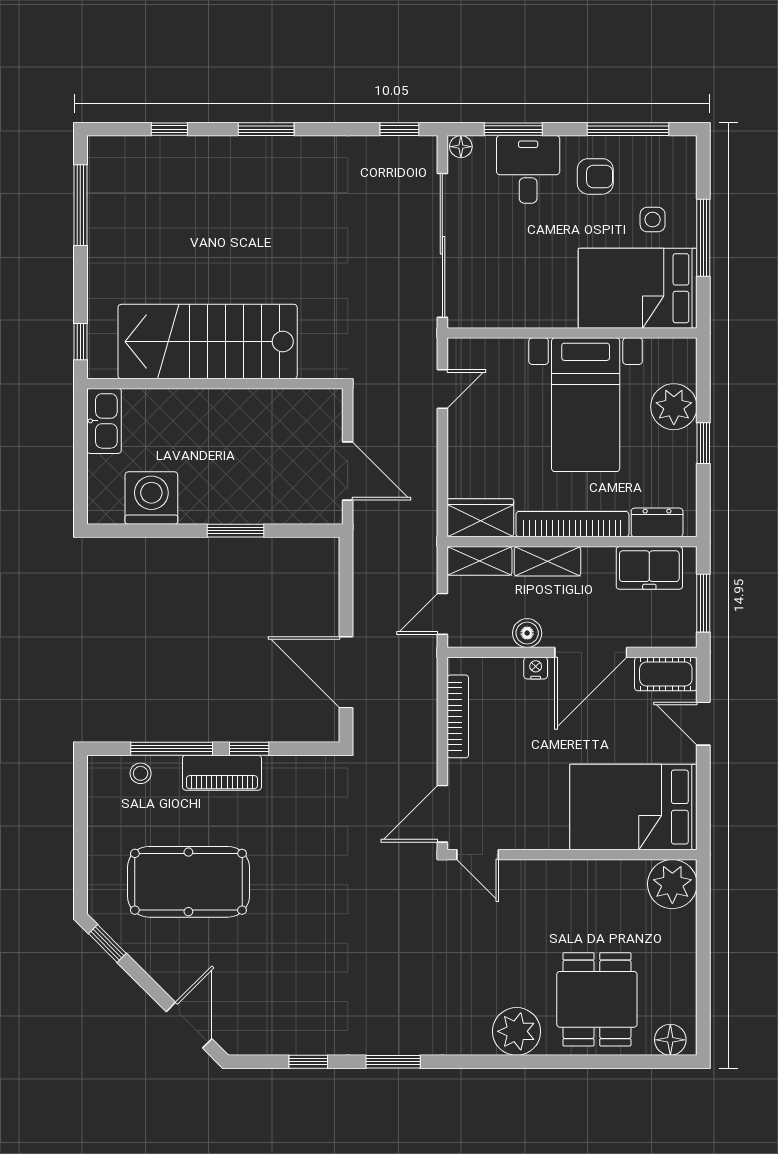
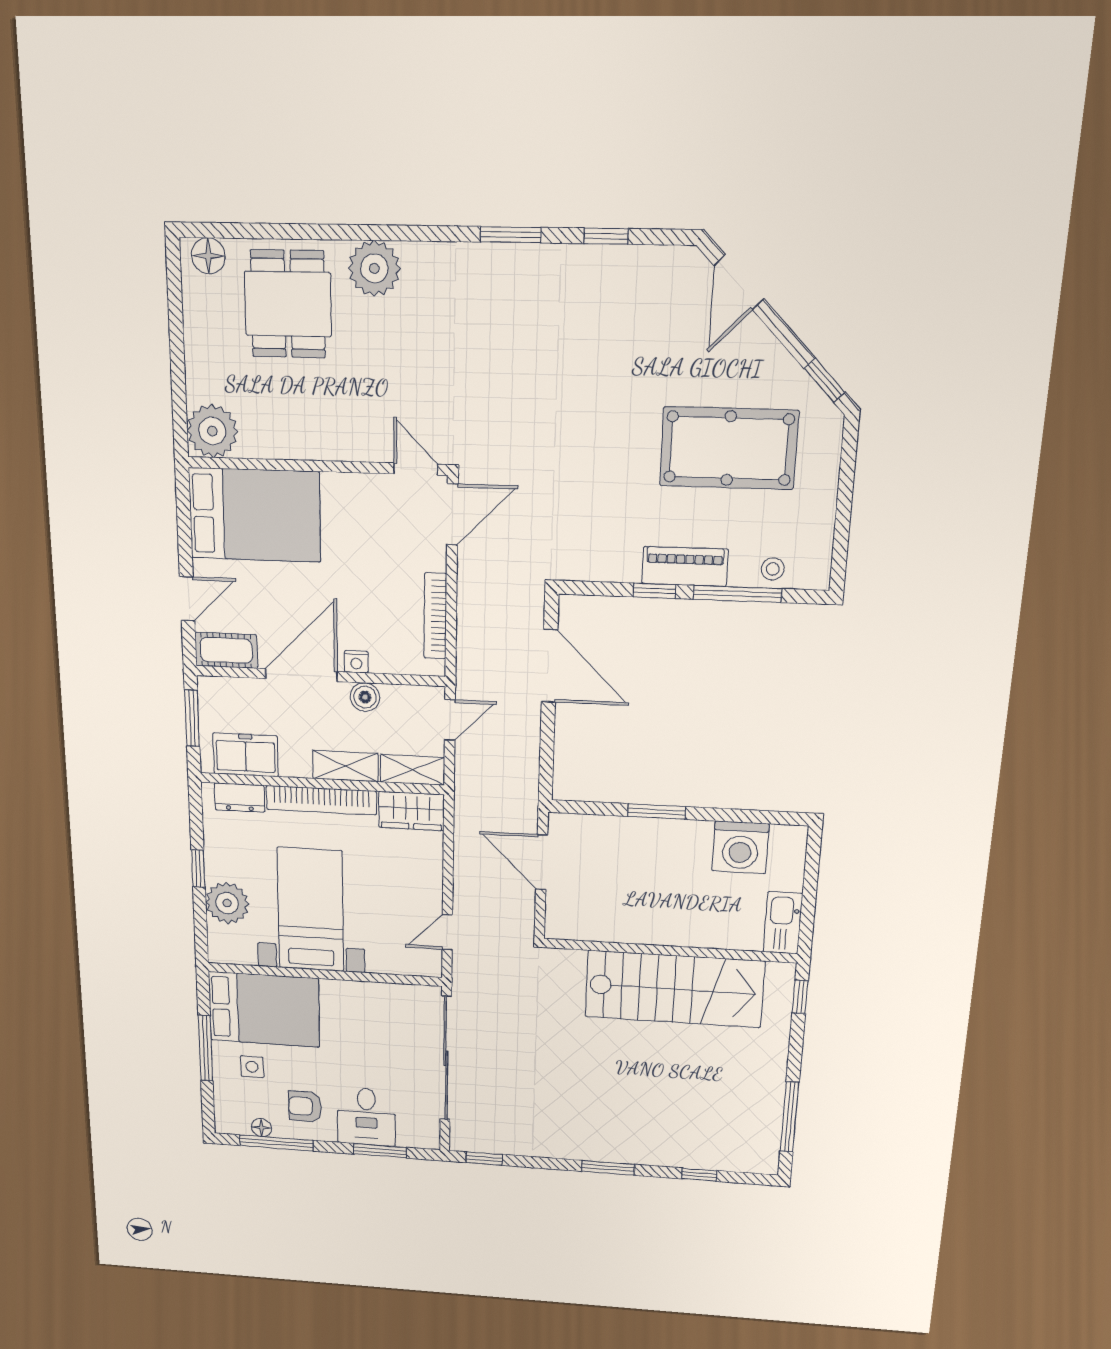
floor lamp: (461, 147) -> (262, 1128), moved
door: (703, 724) -> (187, 599), hinge flipped

